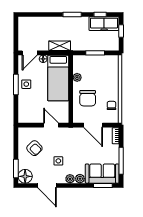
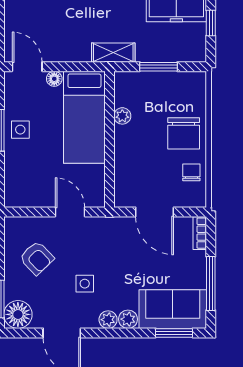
shelving: (60, 46) -> (113, 53), moved
door: (30, 53) -> (27, 67), swing flipped
chair: (88, 98) -> (184, 133), moved

